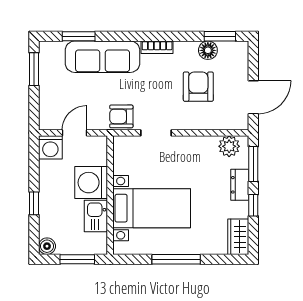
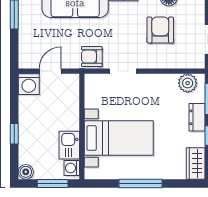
washing machine: (91, 183) -> (72, 168), moved, width x0.53, depth x0.53

